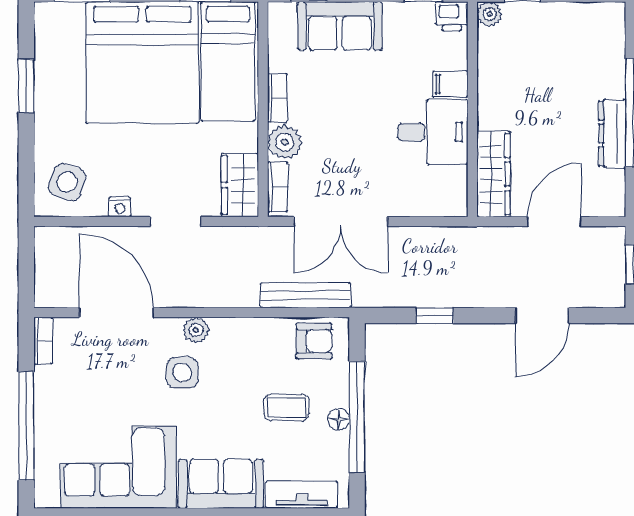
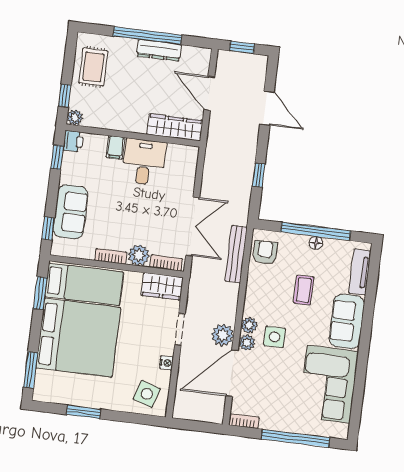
rug: (573, 33) -> (93, 67), added
plant: (175, 290) -> (223, 335), added
plant: (168, 330) -> (247, 343), added
coffee table: (286, 408) -> (304, 290), moved

